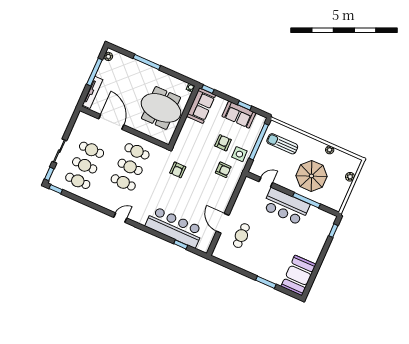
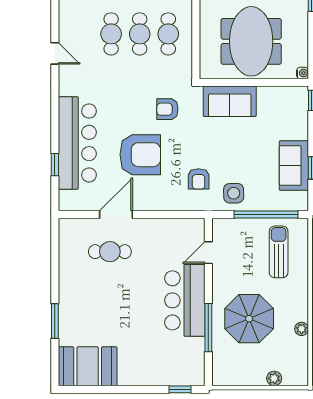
sofa: (201, 106) -> (230, 101), moved
armchair: (223, 143) -> (140, 155), moved, width x1.88, depth x1.88
door: (266, 182) -> (208, 253), swing flipped

